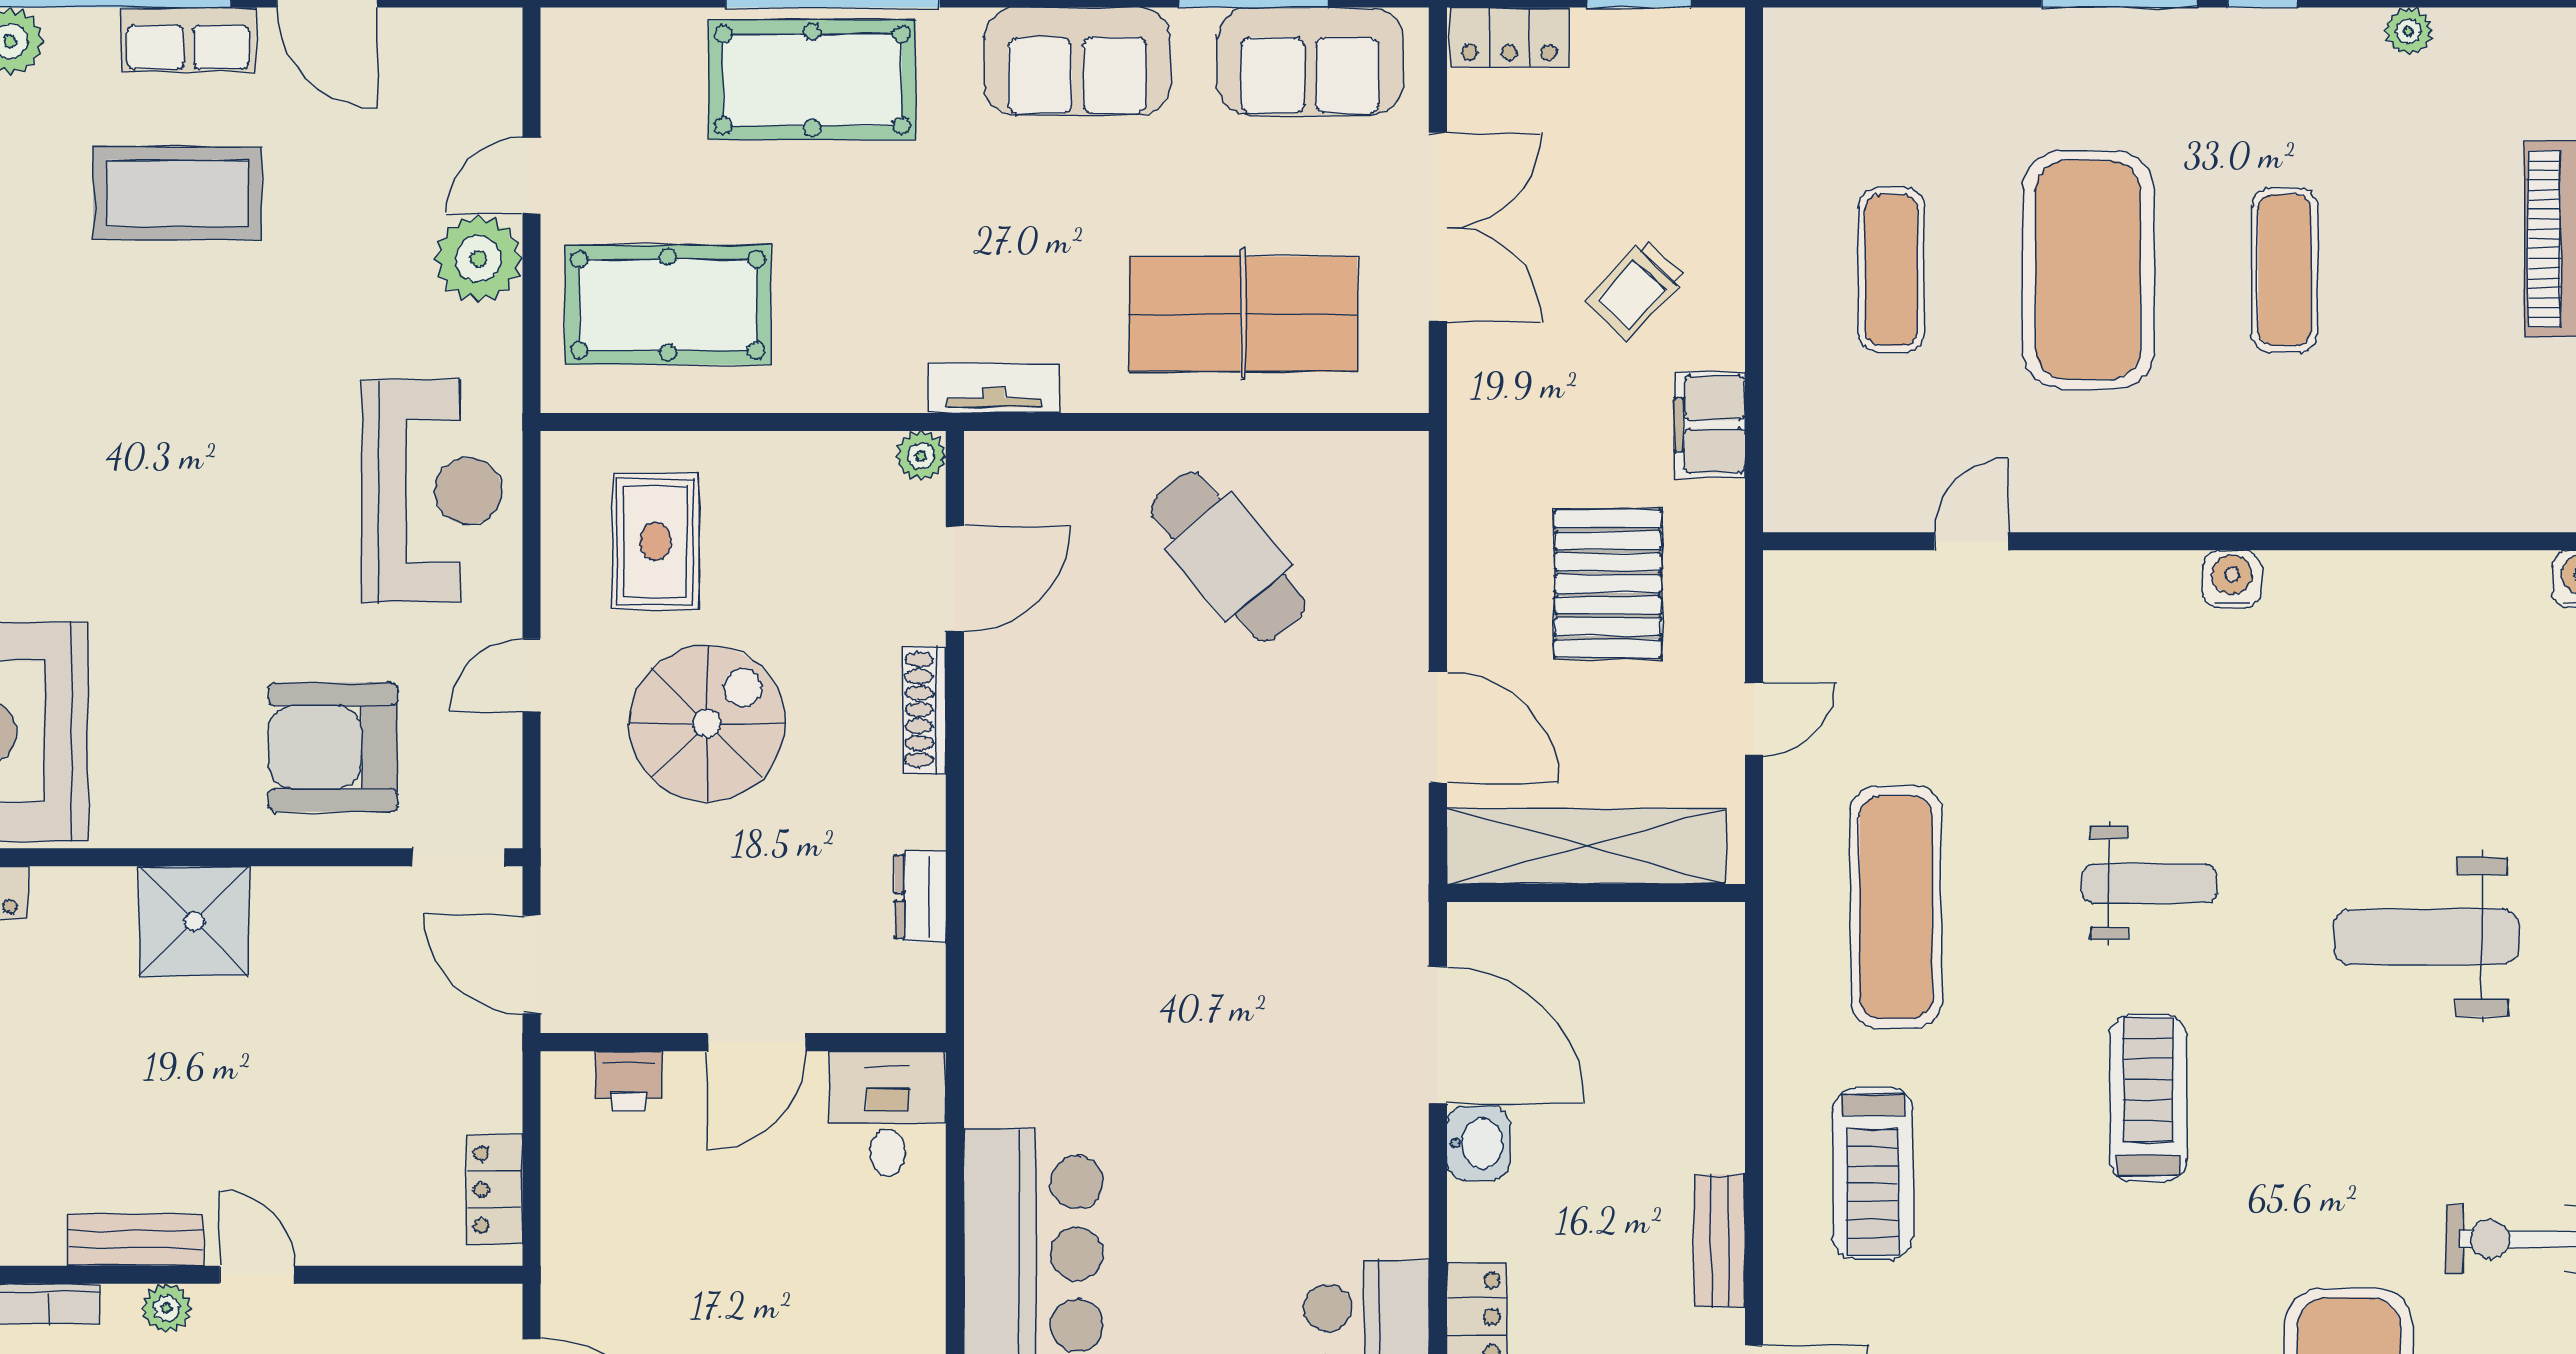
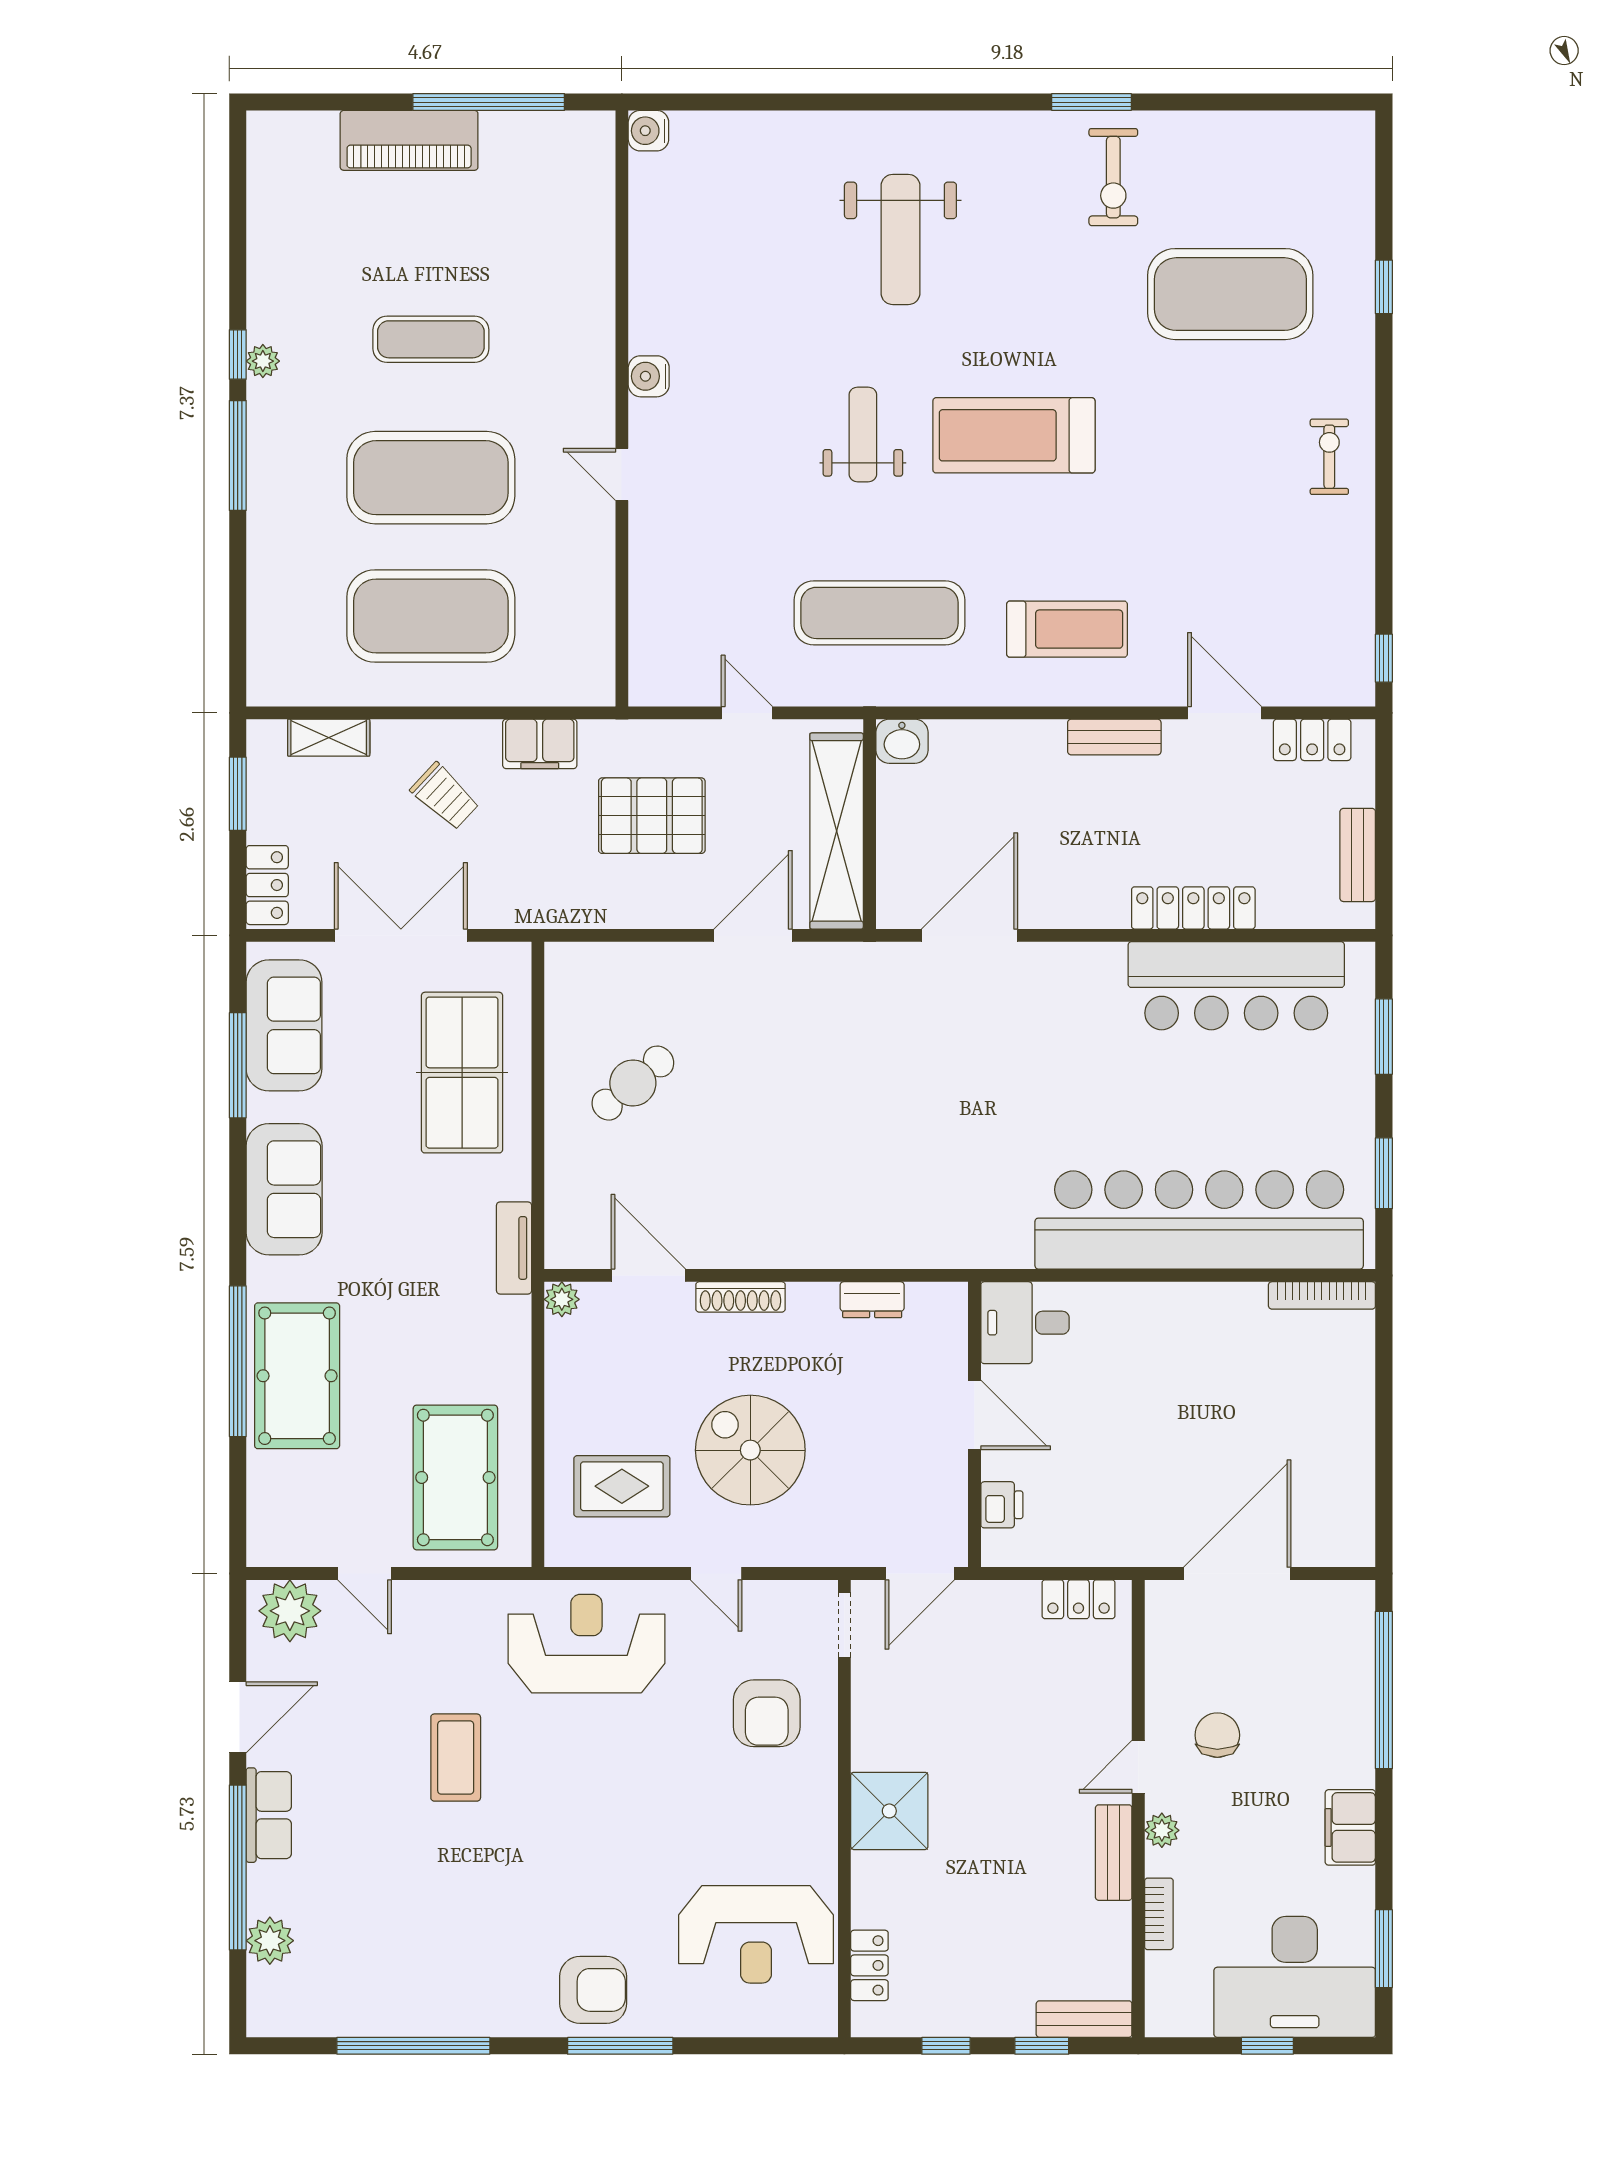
plant: (2409, 31) -> (263, 361), moved
shelving: (1719, 125) -> (329, 738), added
coffee table: (177, 193) -> (456, 1758), moved, width x0.73, depth x0.76
plant: (478, 259) -> (290, 1611), moved
exercise mat: (1891, 270) -> (431, 616), width x2.00, depth x1.45
door: (1971, 541) -> (622, 474), moved
cafe table: (1228, 557) -> (633, 1083), width x0.73, depth x0.74
armchair: (333, 747) -> (767, 1713), width x0.73, depth x0.73
treadmill: (2148, 1098) -> (1014, 435), width x1.37, depth x1.38
washbasin: (1478, 1143) -> (902, 741), moved, turned 180

